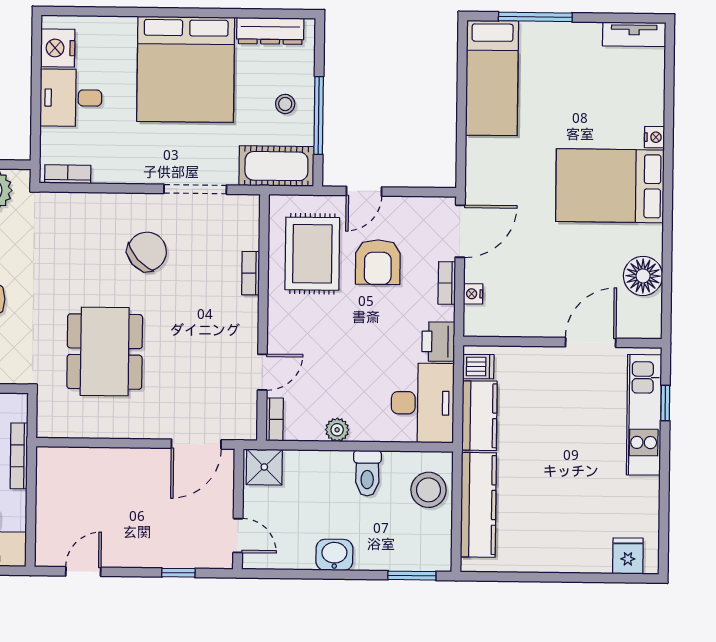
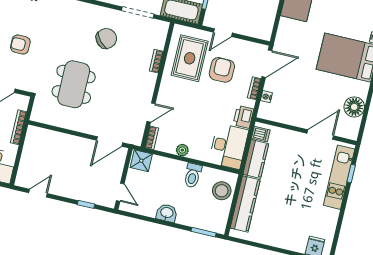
armchair: (378, 262) -> (222, 70), turned 180

